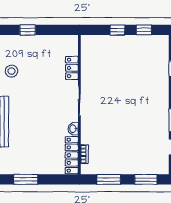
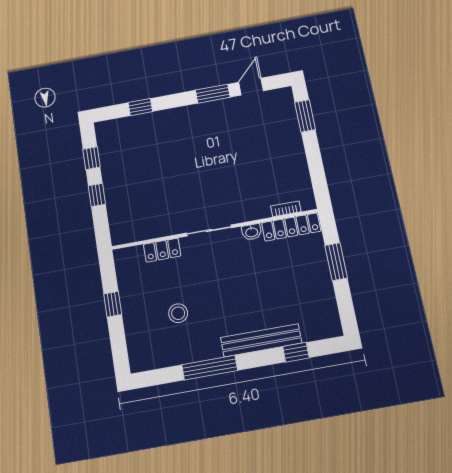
window: (28, 30) -> (113, 304), moved
stool: (12, 71) -> (178, 313), moved
window: (26, 179) -> (336, 262), moved
window: (109, 179) -> (316, 167), removed

